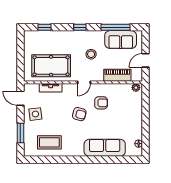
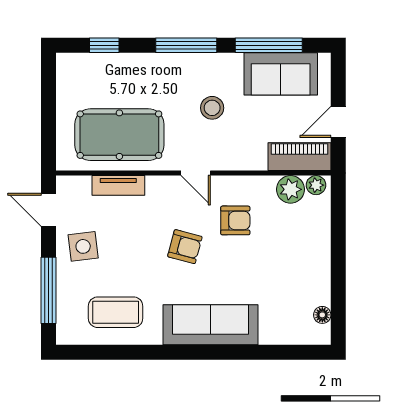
window: (80, 27) -> (186, 45), width x2.17
piano: (117, 75) -> (300, 157), moved
door: (84, 82) -> (196, 173), hinge flipped
plant: (125, 89) -> (290, 189), added
window: (20, 133) -> (49, 290), width x1.44
sofa: (105, 148) -> (210, 325), moved

